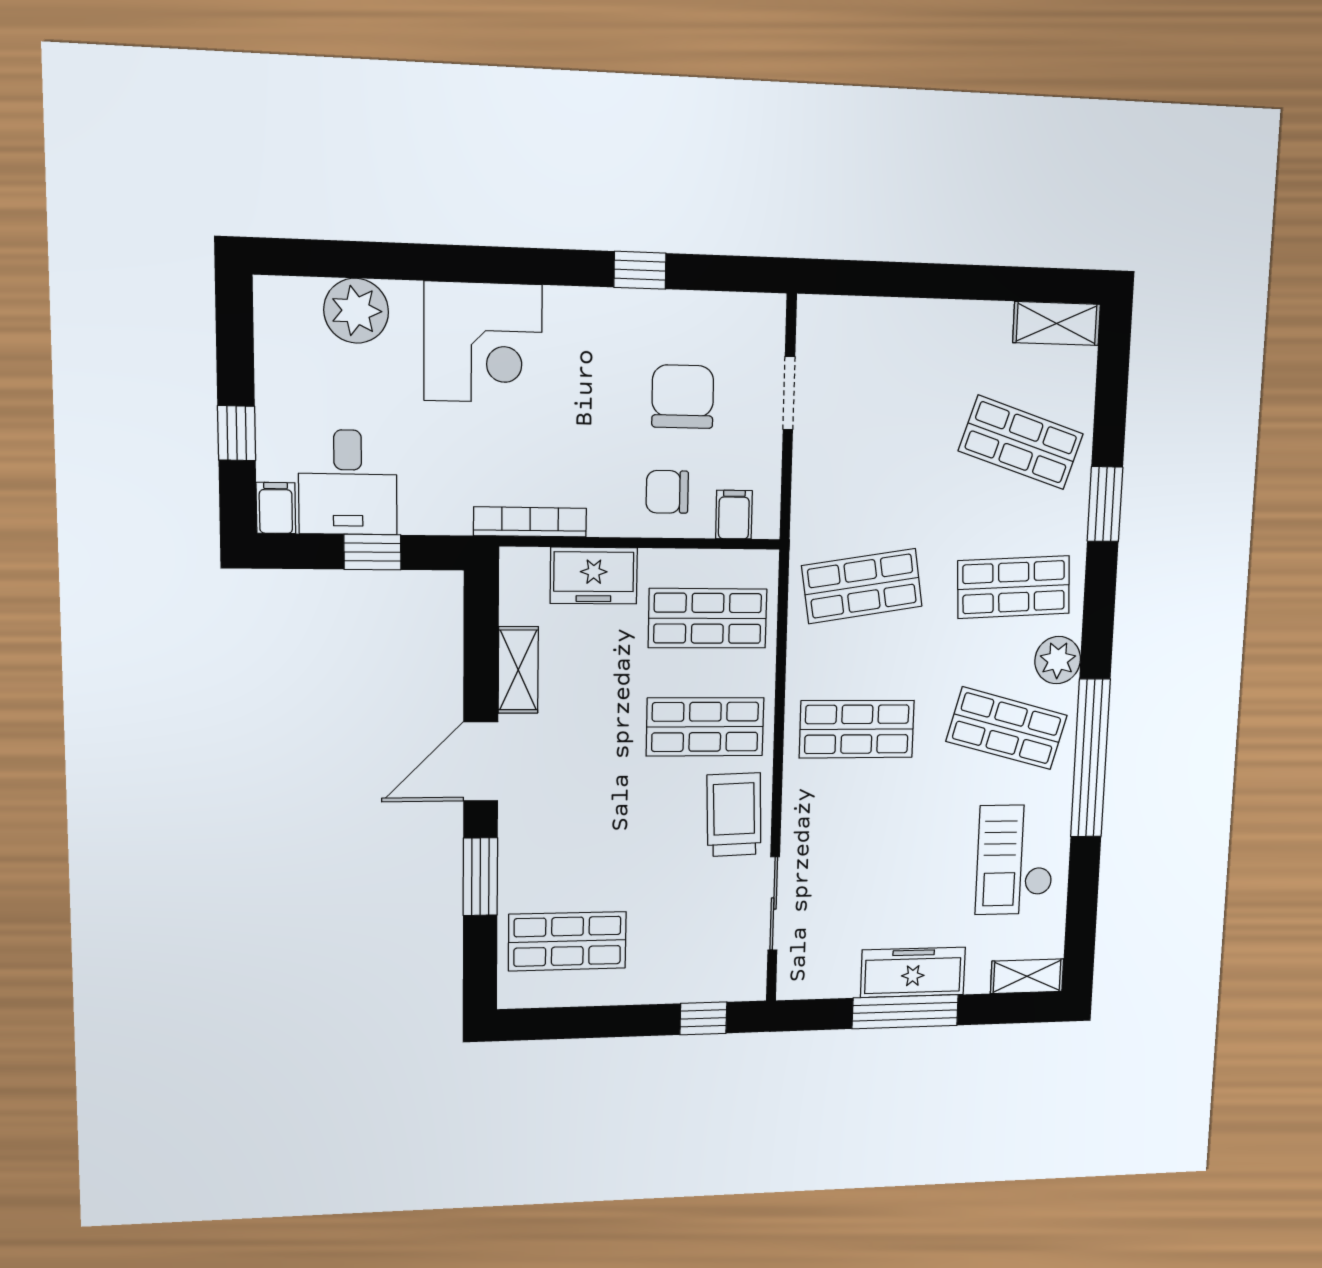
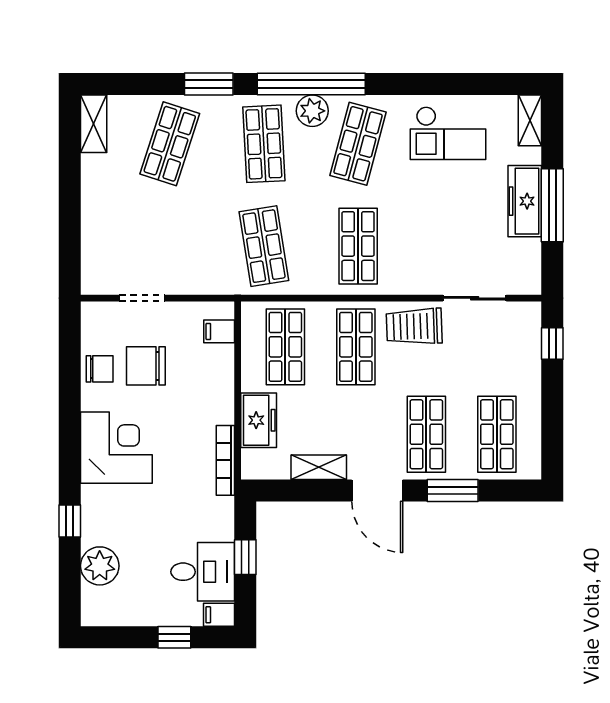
window: (640, 270) -> (70, 521), moved
corner desk: (483, 343) -> (116, 448), moved
chair: (667, 492) -> (100, 369), moved, turned -90
window: (1090, 758) -> (311, 84), moved
shop shelf: (569, 835) -> (426, 434), added

